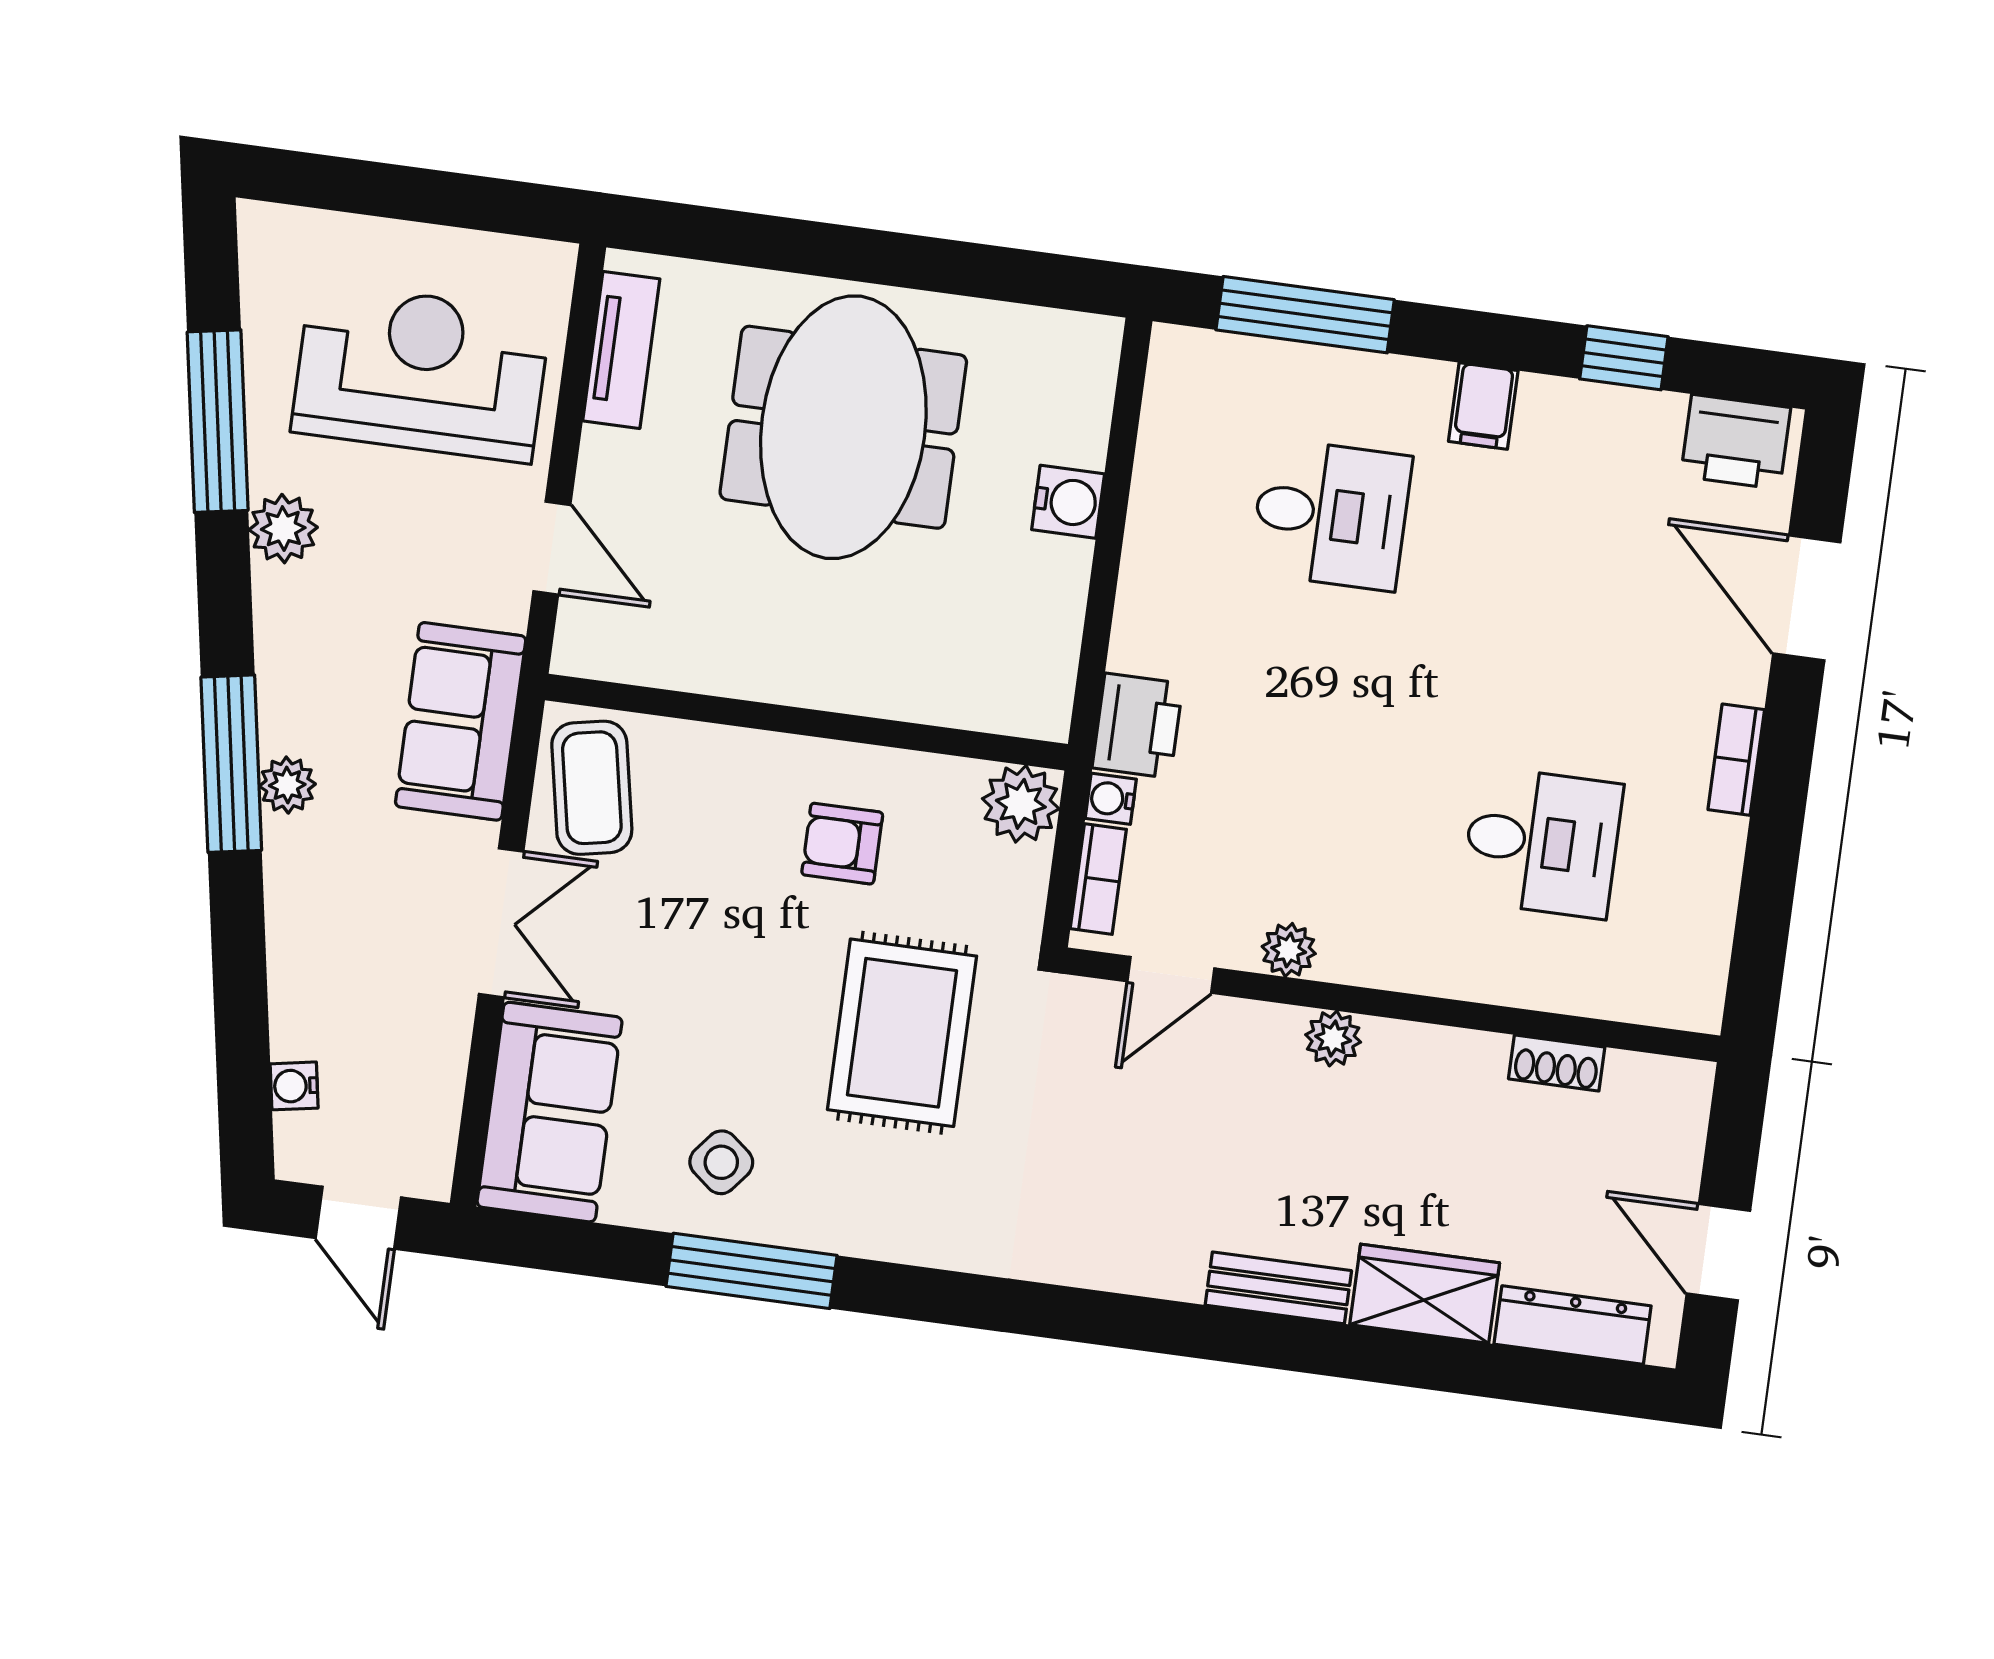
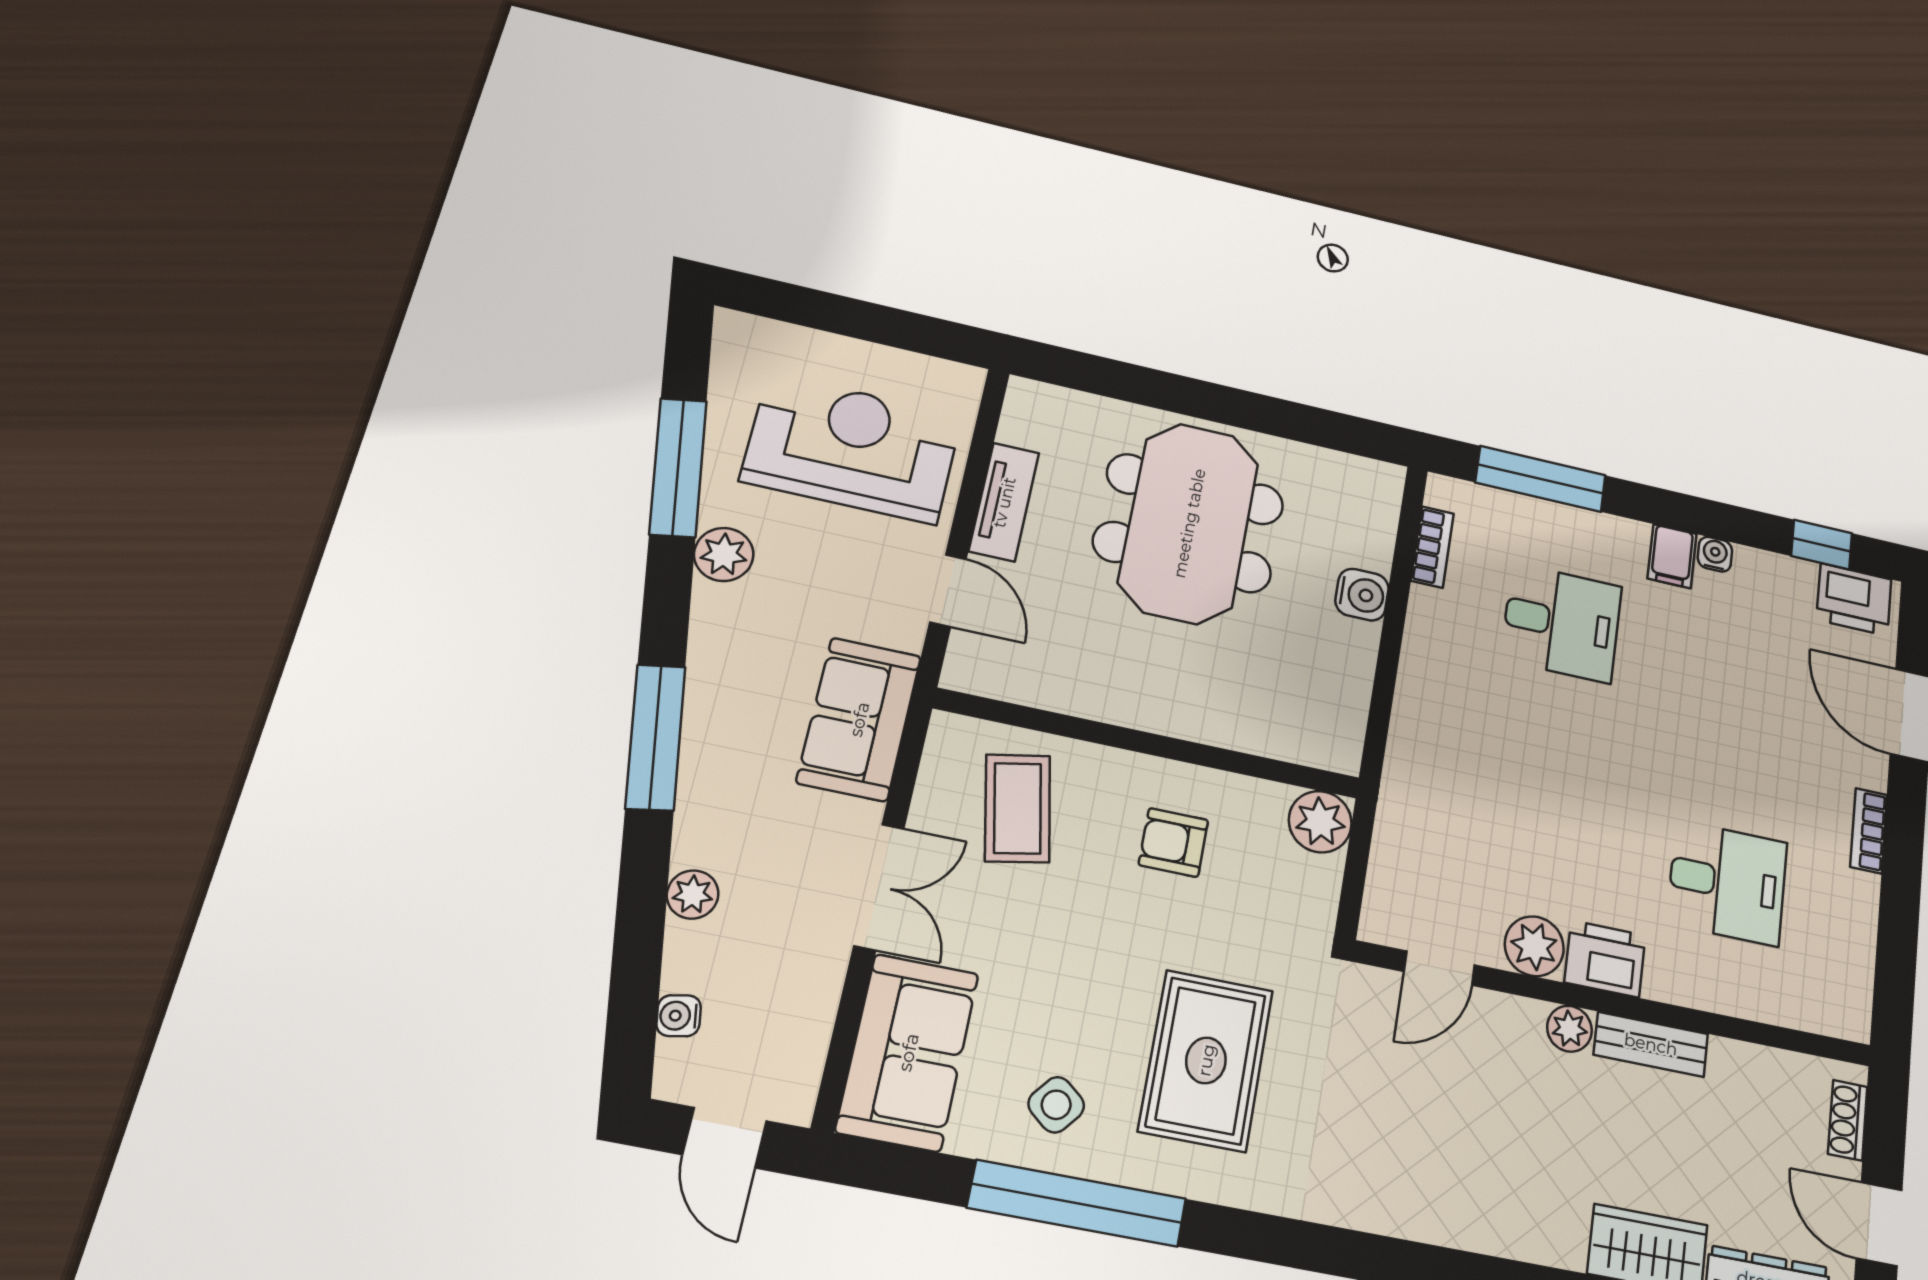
tv unit: (621, 350) -> (1004, 502), moved
window: (1624, 358) -> (1822, 545), moved
printer: (1138, 726) -> (1605, 959), moved, turned -90
plant: (287, 785) -> (693, 894), moved
coffee table: (592, 788) -> (1018, 808), moved
water cooler: (1111, 799) -> (1715, 554), moved, turned 90
bookcase: (1098, 879) -> (1432, 547), moved
plant: (1289, 950) -> (1534, 946), width x1.38, depth x1.38
rug: (902, 1033) -> (1206, 1060), moved
shoe rack: (1557, 1063) -> (1848, 1120), moved, turned 90
window: (752, 1271) -> (1077, 1203), width x1.46
bench: (1278, 1288) -> (1651, 1044), moved

